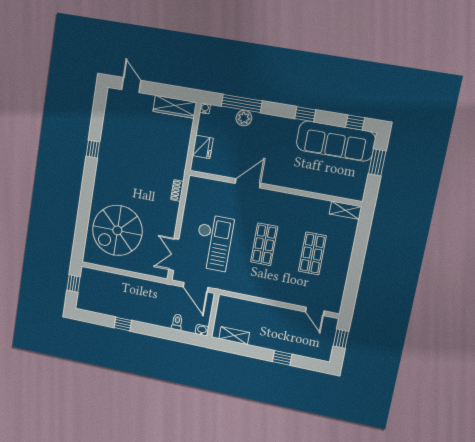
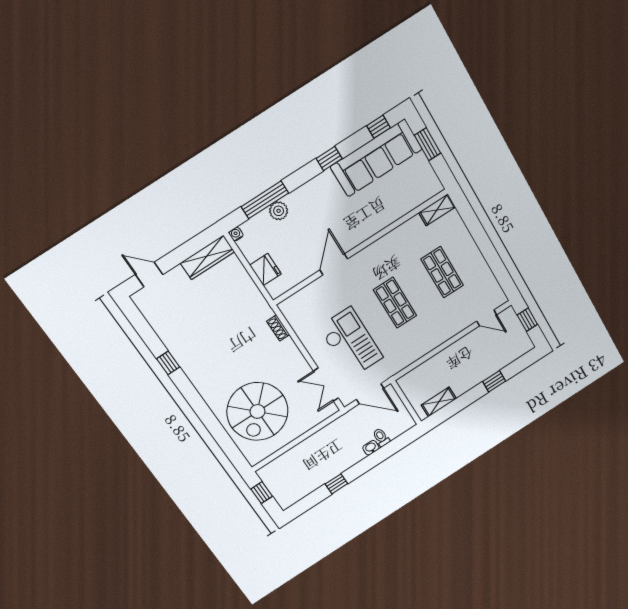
washbasin: (202, 330) -> (371, 448), moved

